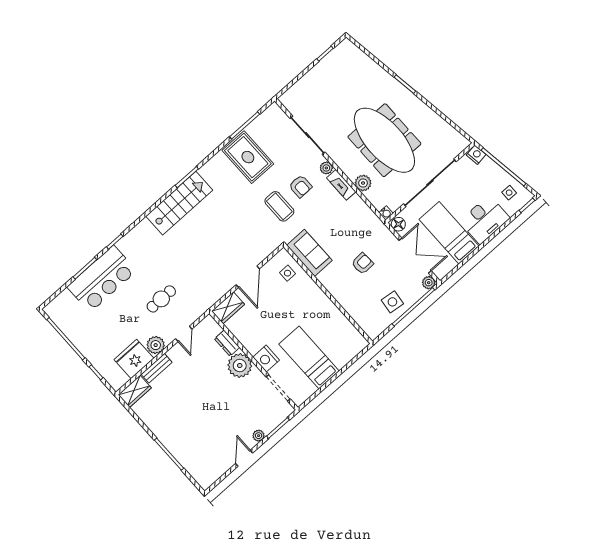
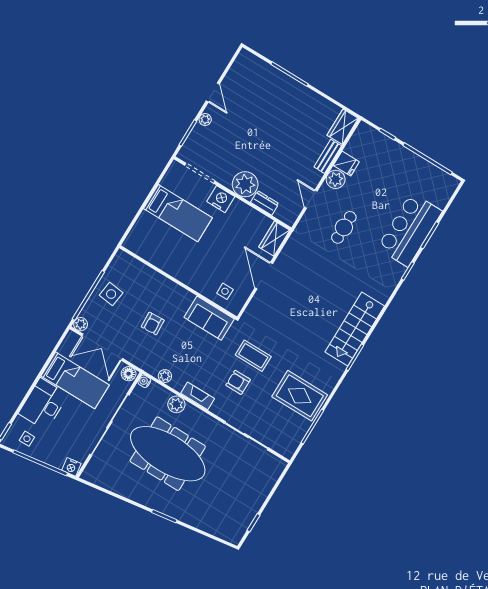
plant: (326, 168) -> (165, 376), moved
fridge: (134, 359) -> (346, 164), width x0.53, depth x0.75

